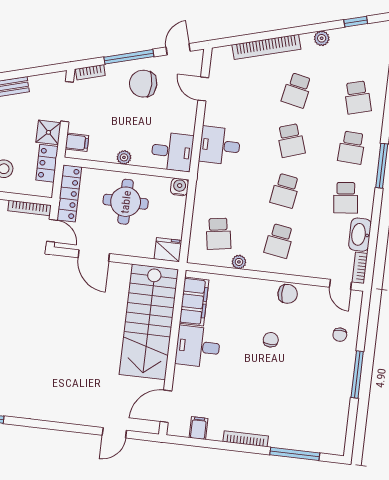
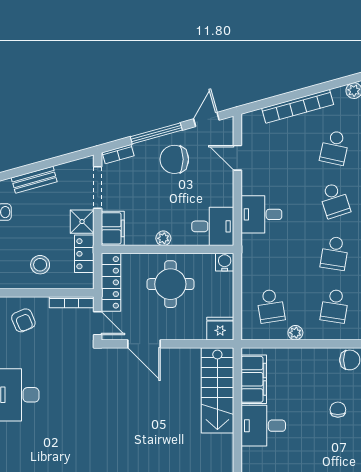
filing cabinet: (77, 142) -> (113, 228), width x2.00
stairs: (149, 322) -> (217, 390), width x0.73, depth x0.66

